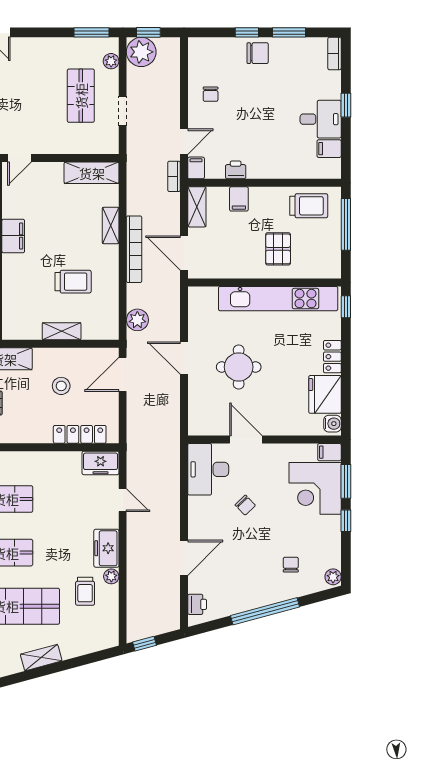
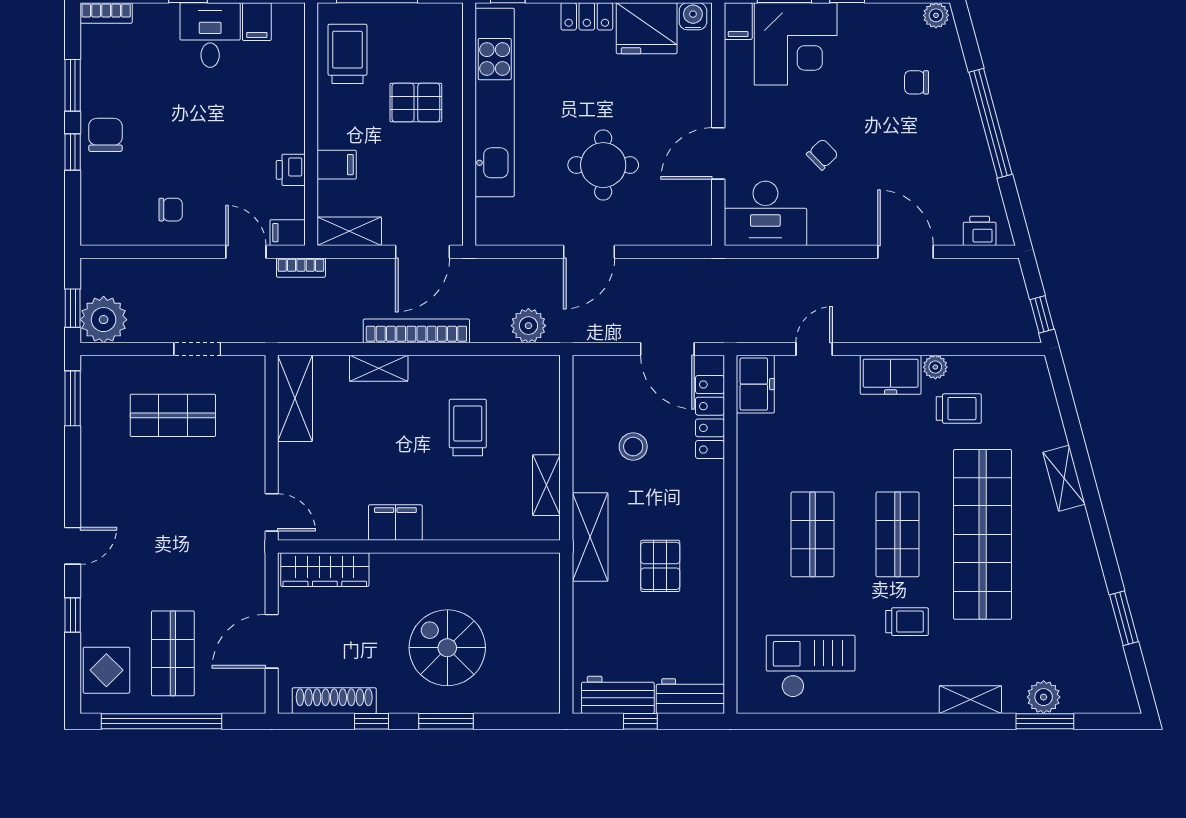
plant: (111, 61) -> (118, 367), removed
shelving: (62, 331) -> (546, 485), moved
door: (123, 374) -> (667, 349), moved

